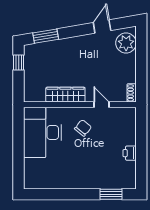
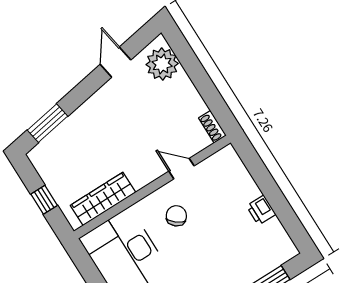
window: (19, 62) -> (44, 200), moved
wardrobe: (65, 95) -> (103, 199), moved

